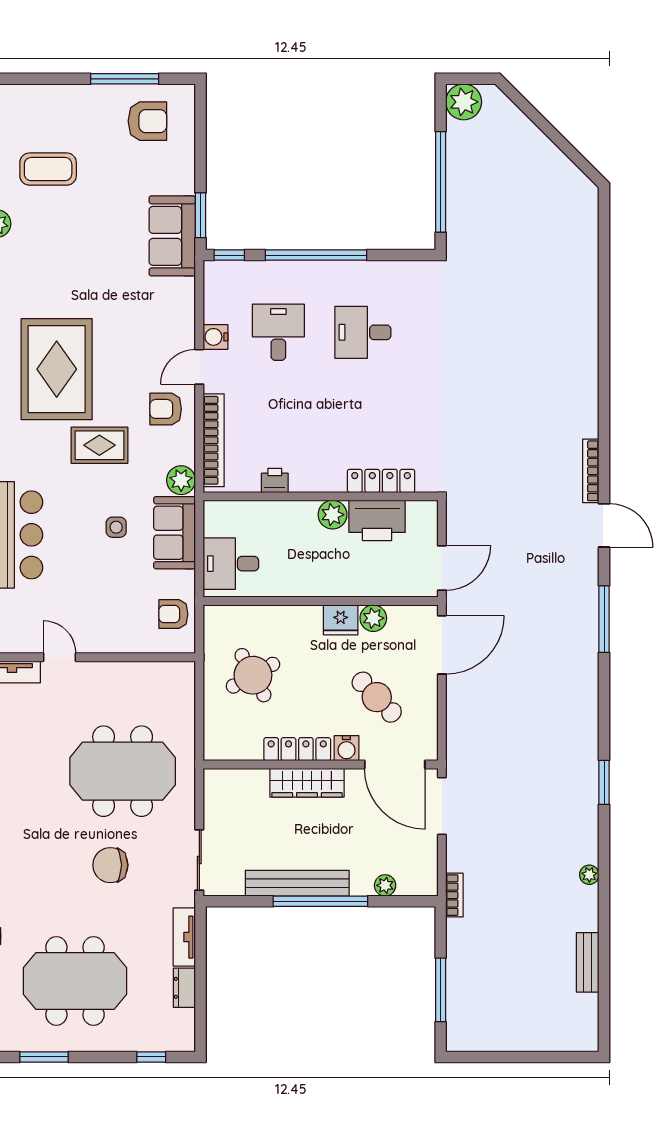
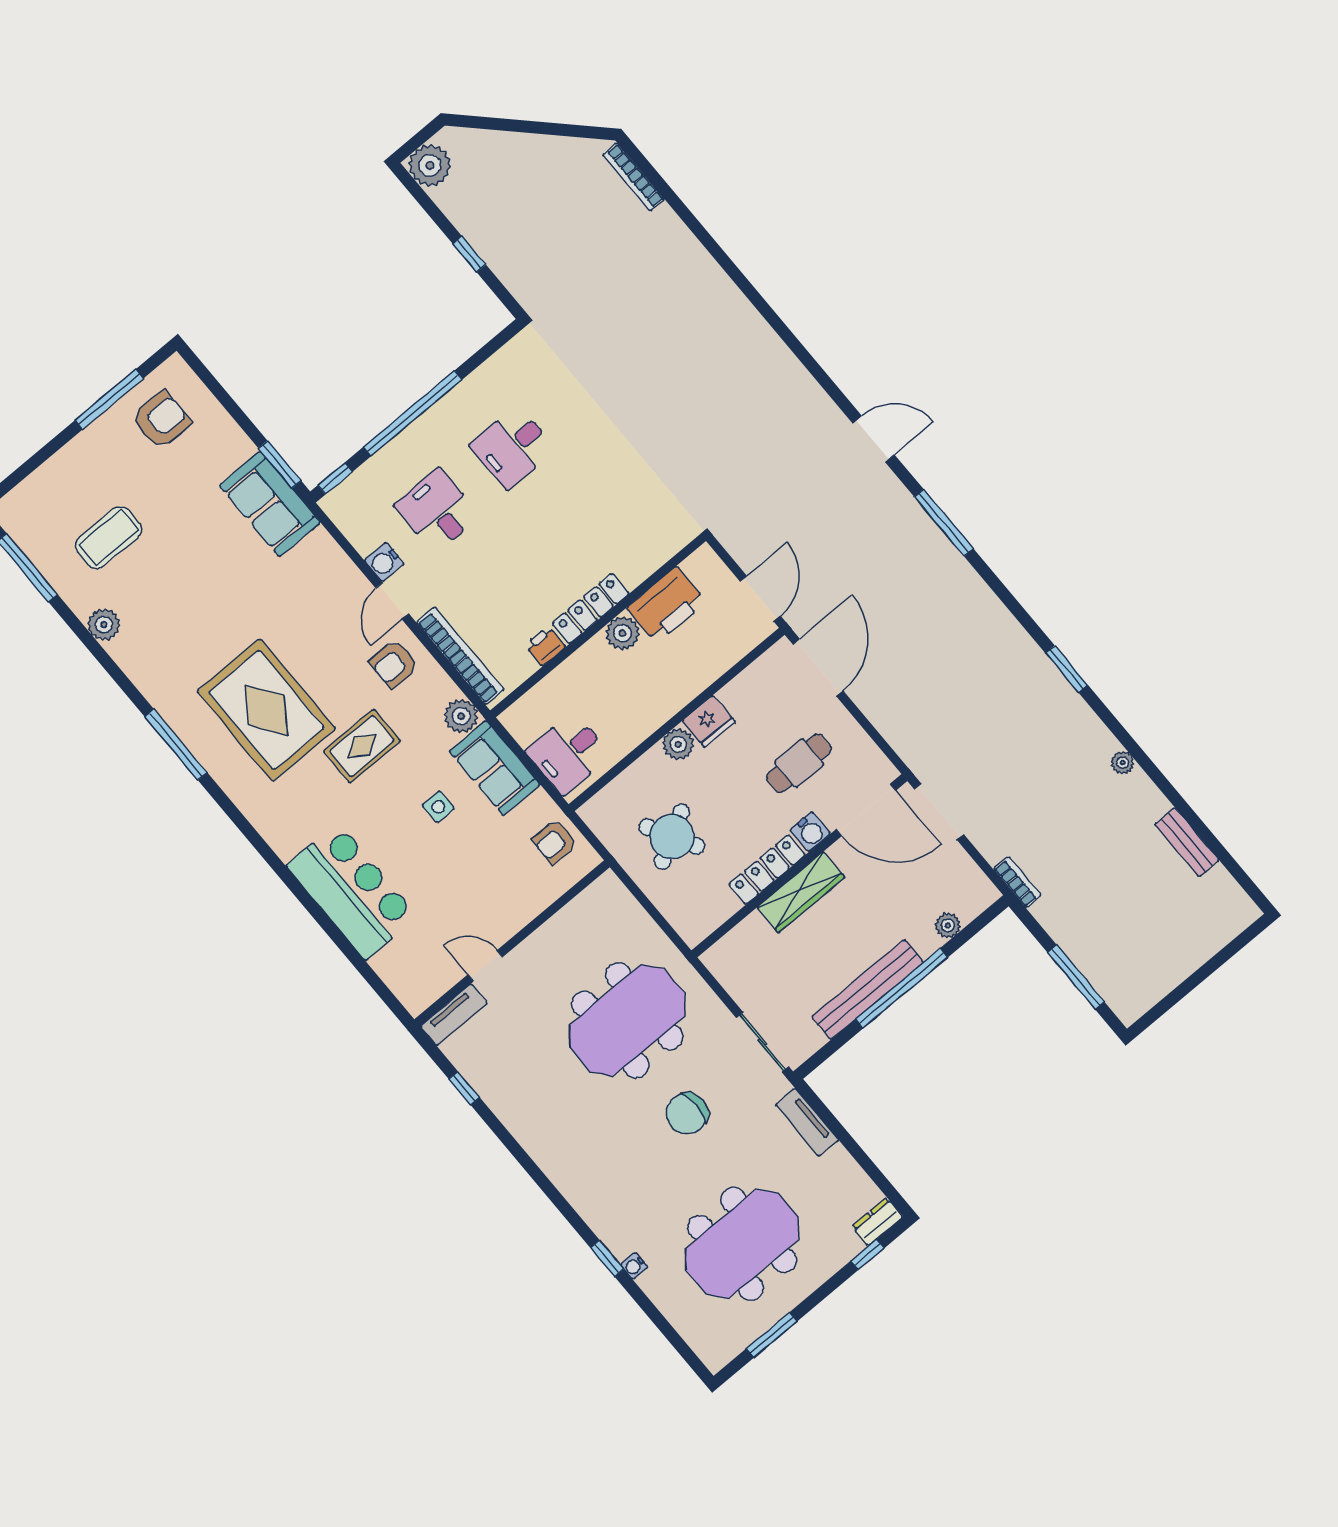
window: (441, 182) -> (469, 254), width x0.32
bookcase: (591, 471) -> (633, 177), moved
locker: (381, 481) -> (591, 609), moved
plant: (373, 618) -> (678, 744), moved
cafe table: (377, 697) -> (799, 763), turned -46
dresser: (184, 988) -> (877, 1222), moved, turned 90

